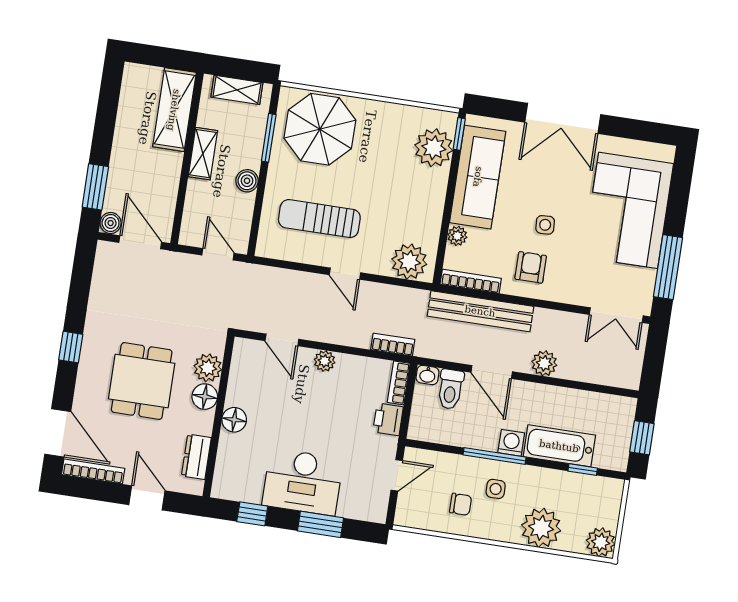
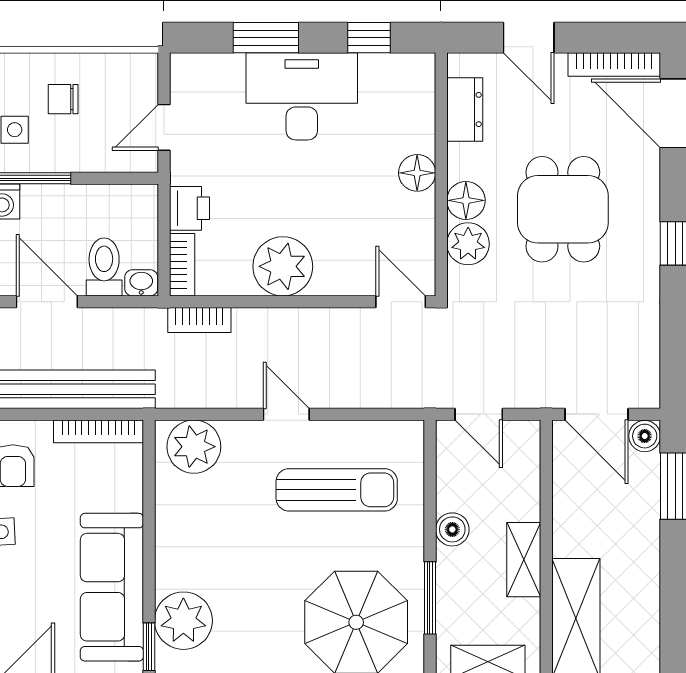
plant: (457, 236) -> (129, 495), removed
door: (282, 340) -> (401, 302), moved
plant: (325, 361) -> (283, 266), width x1.87, depth x1.87

